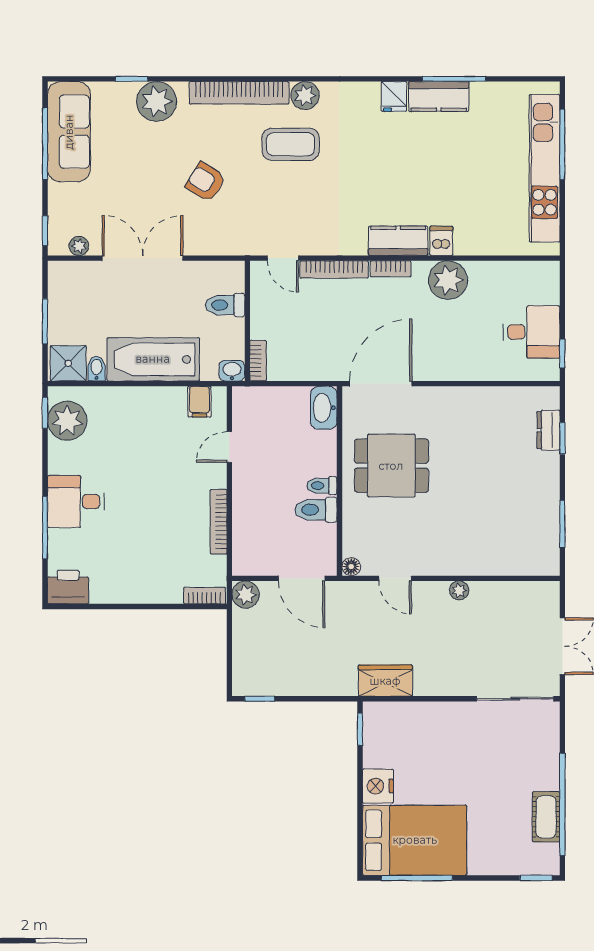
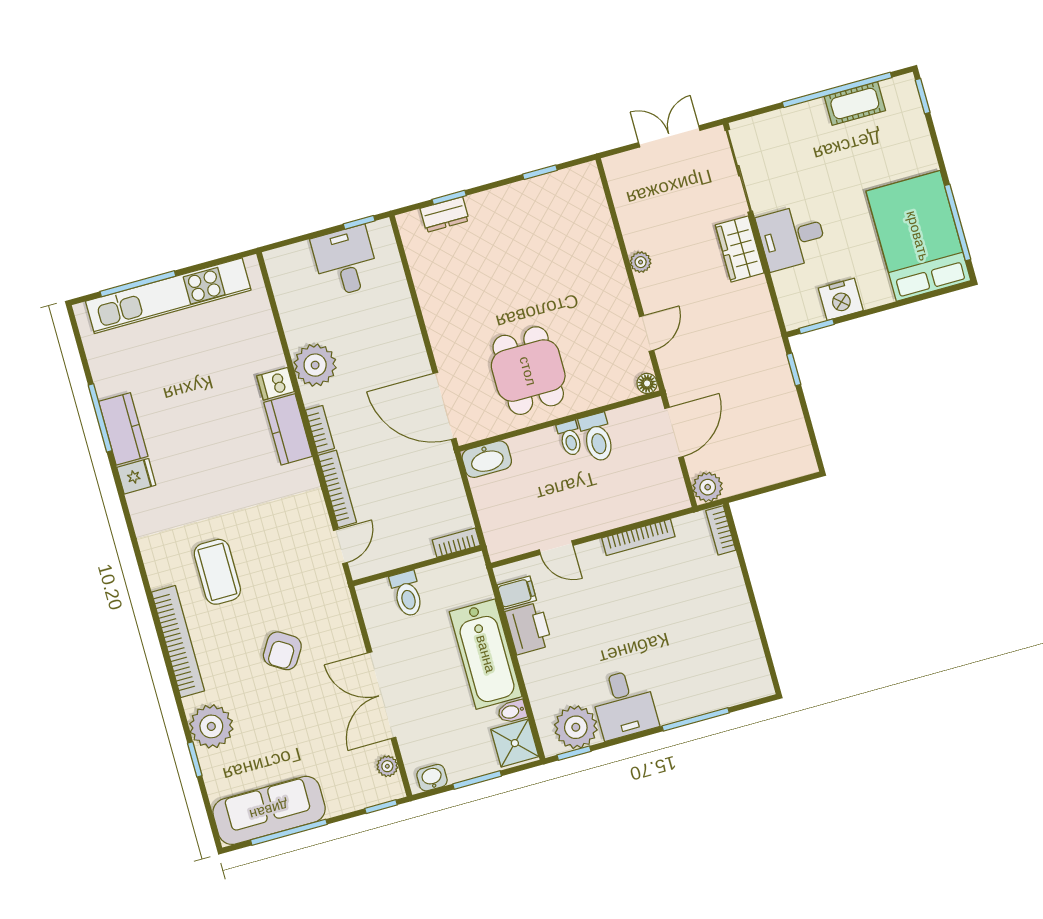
plant: (305, 96) -> (161, 571), removed
washbasin: (232, 371) -> (432, 778), moved, turned 90
desk: (76, 502) -> (624, 704), moved
window: (562, 524) -> (540, 172), width x0.67
printer: (68, 587) -> (528, 628), moved, turned 180
wardrobe: (385, 681) -> (740, 249), moved
window: (260, 699) -> (794, 369), moved
desk: (444, 729) -> (792, 237), added
nightstand: (378, 786) -> (841, 299), moved

